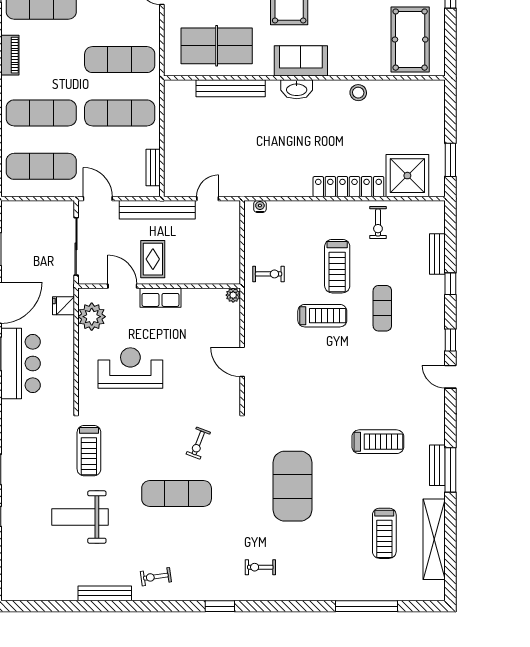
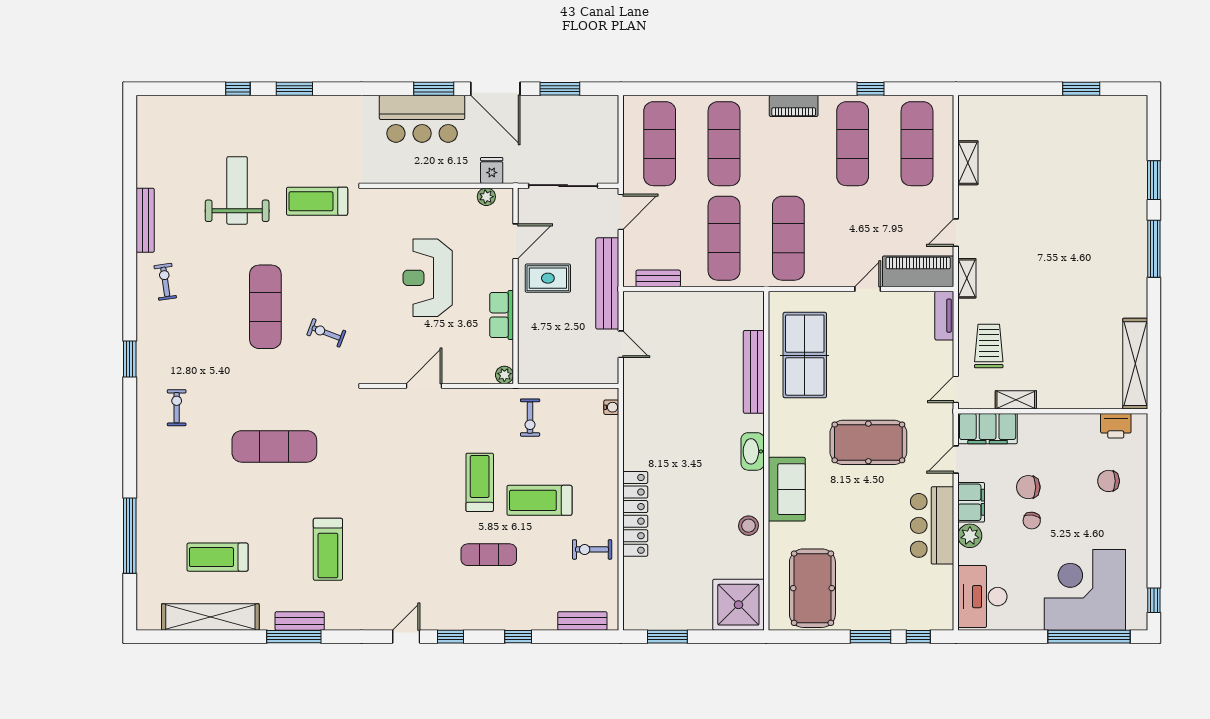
pool table: (410, 40) -> (812, 588), turned 90
sofa: (301, 61) -> (787, 489), moved
shower: (407, 176) -> (738, 605), moved
bench: (437, 254) -> (582, 621), moved
row of seats: (160, 298) -> (502, 315), moved
treadmill: (322, 316) -> (480, 482), turned 180
plant: (92, 317) -> (486, 197), width x0.53, depth x0.53
reception desk: (130, 368) -> (428, 278), moved, turned 180
exercise mat: (292, 486) -> (274, 446), width x0.68

